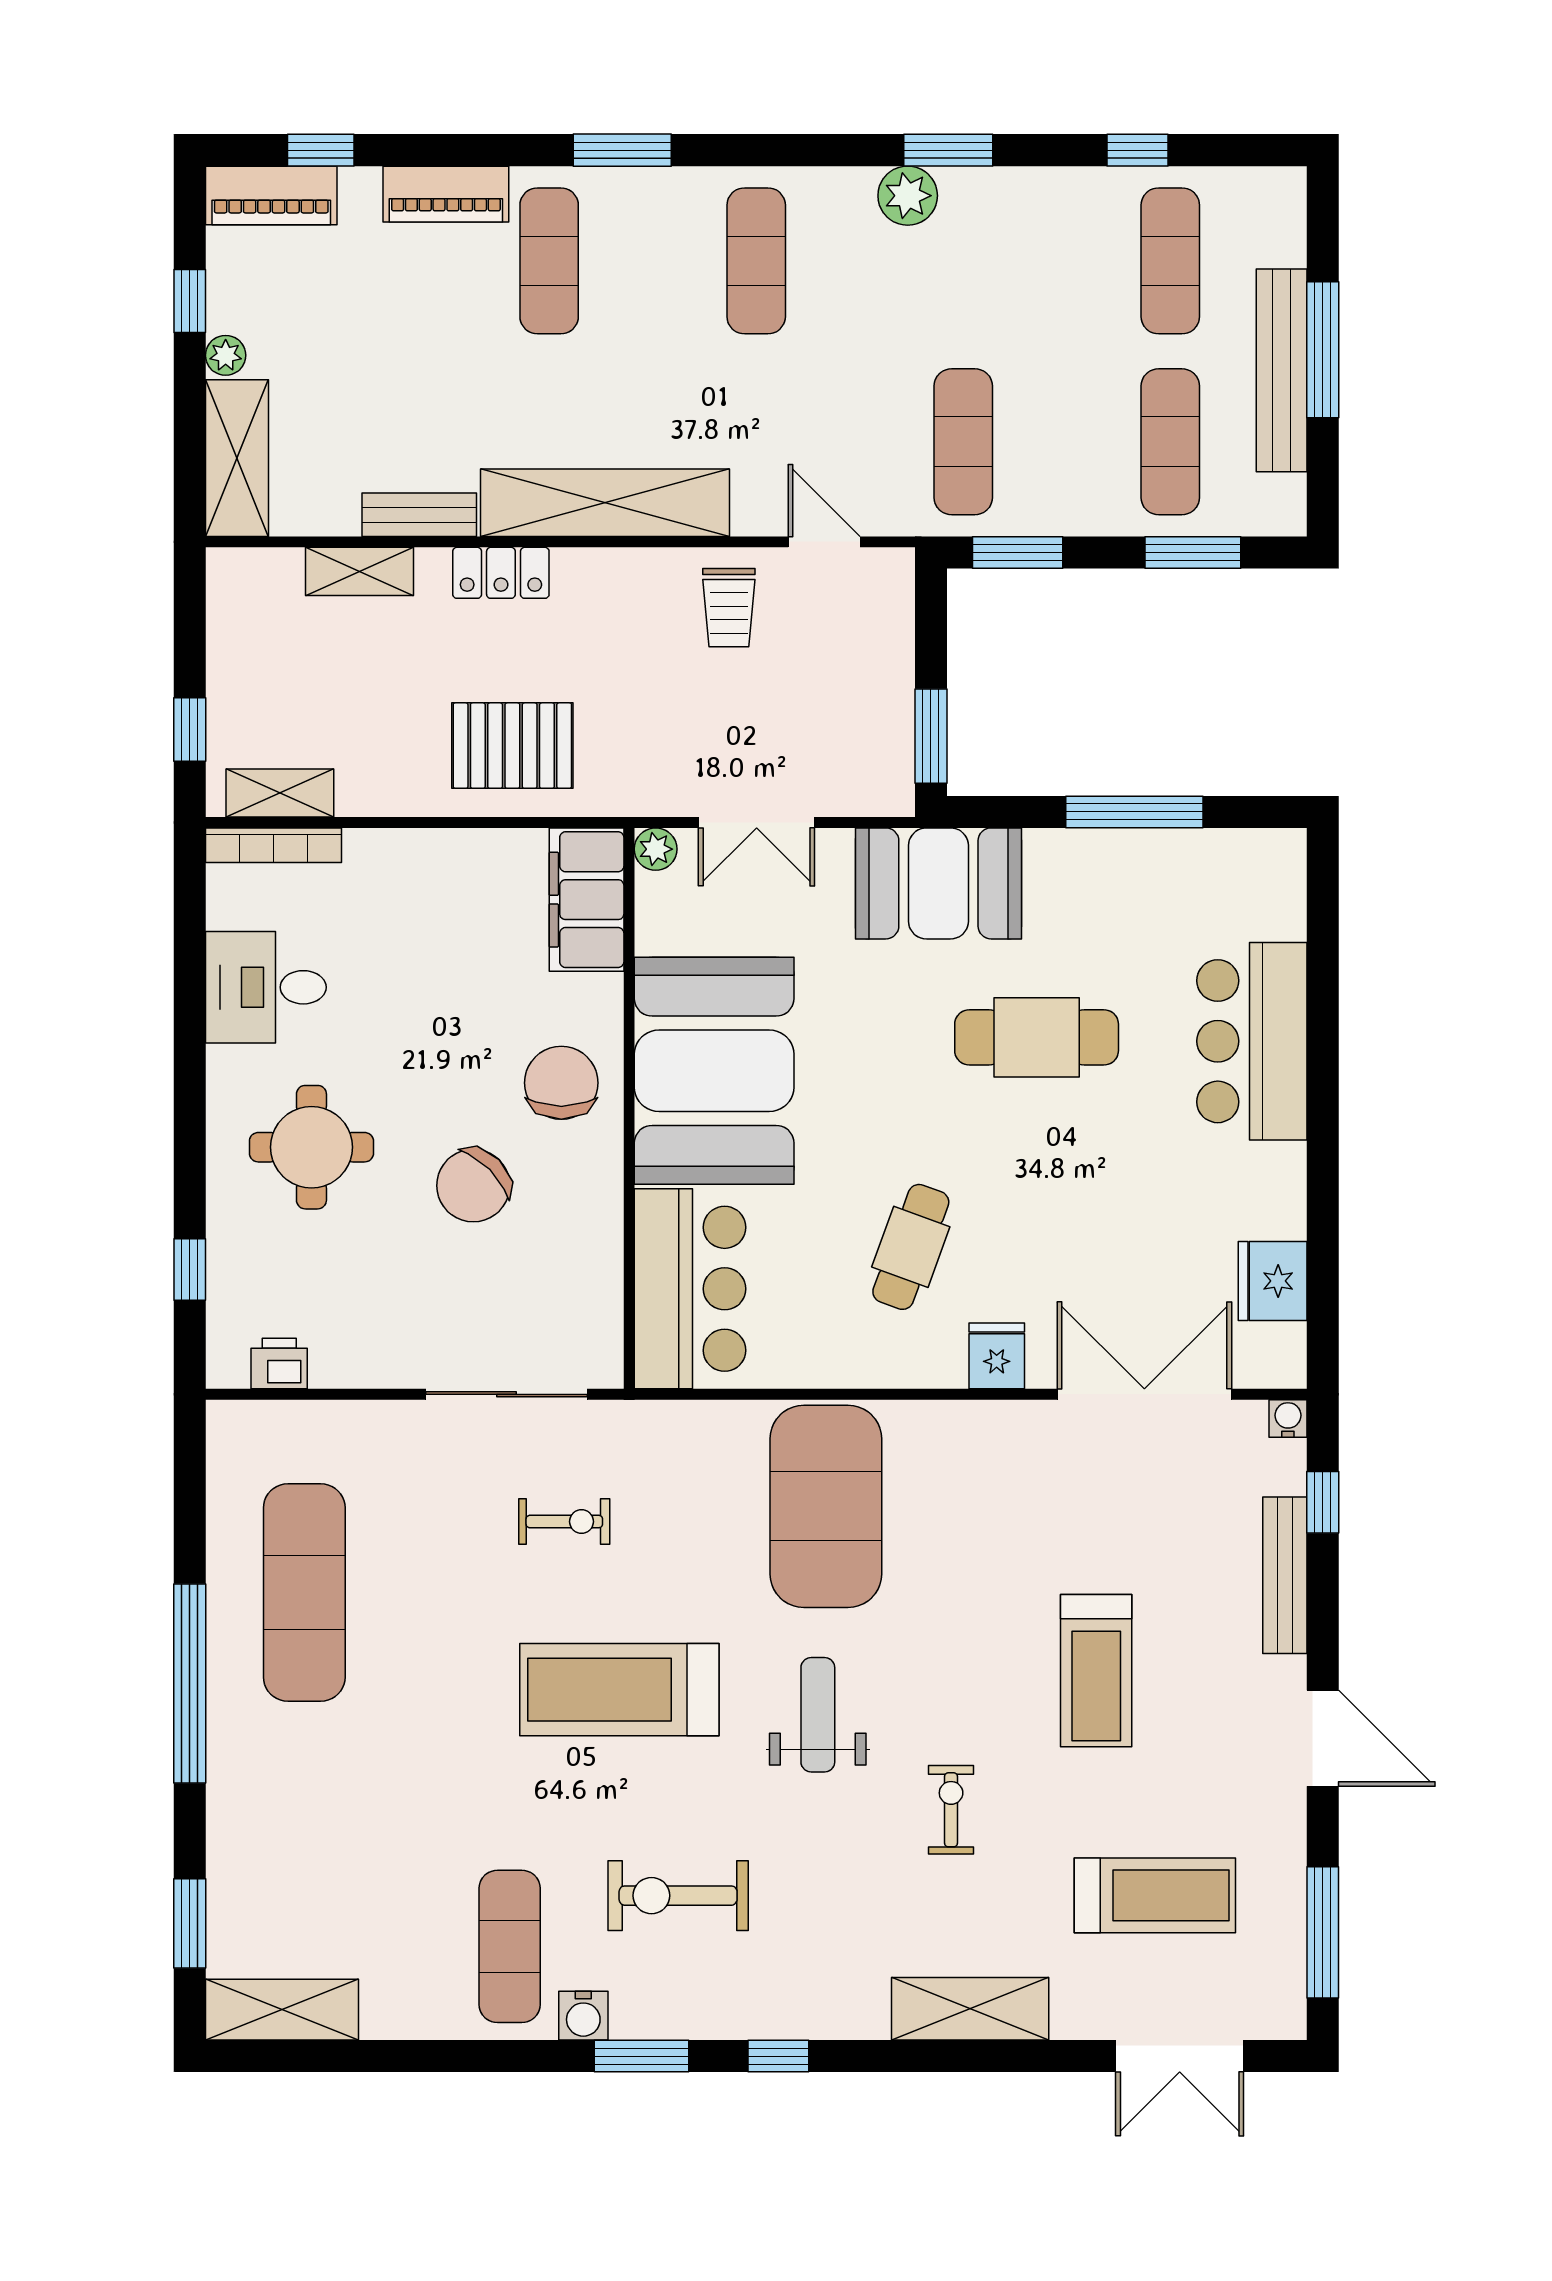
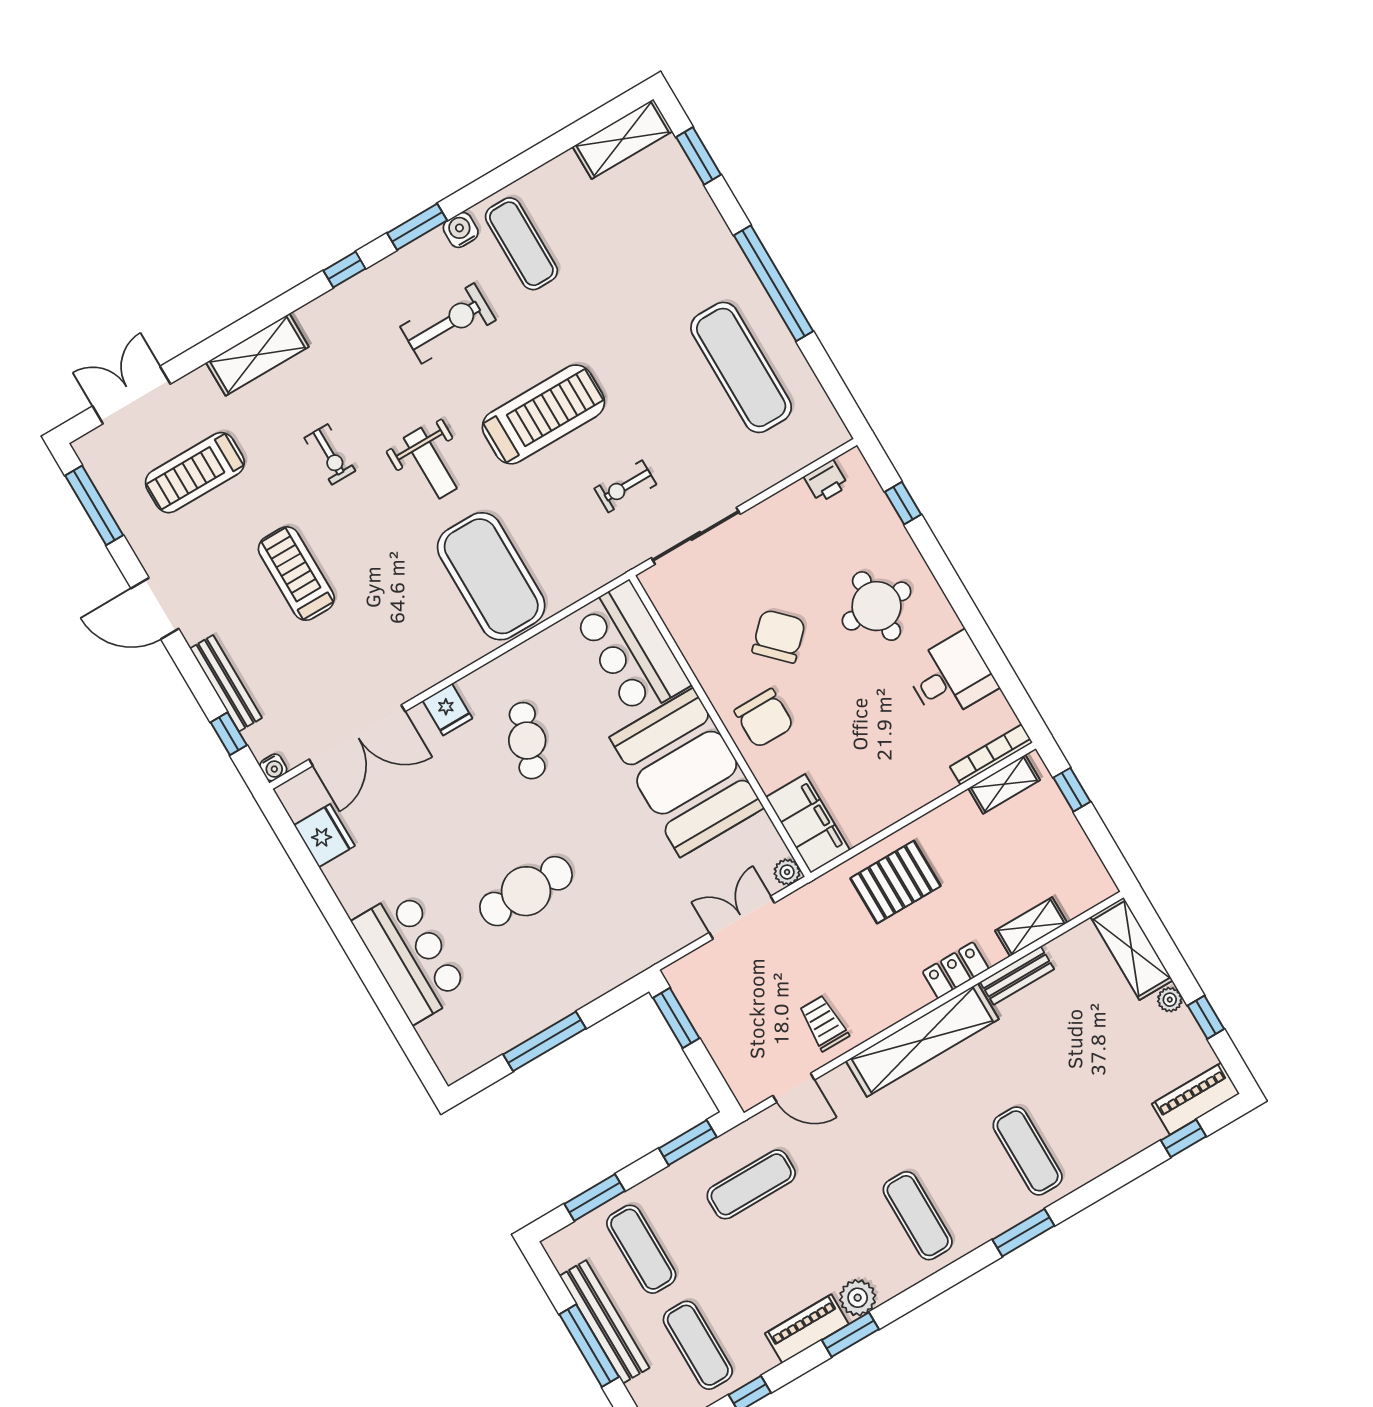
piano: (446, 194) -> (807, 1329), moved
exercise mat: (963, 442) -> (751, 1184), turned 90
booth: (938, 883) -> (626, 942), removed

